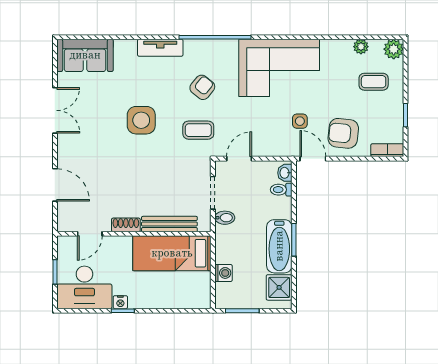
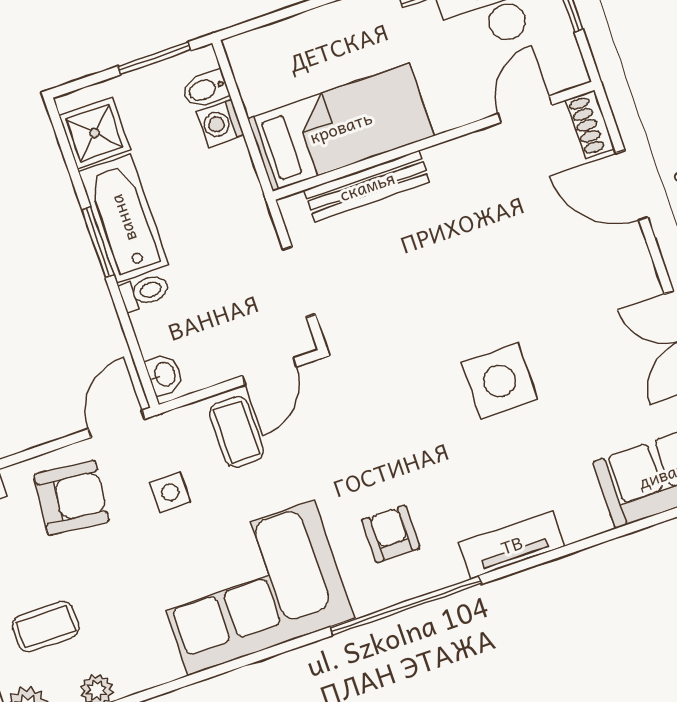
armchair: (202, 87) -> (391, 534), moved, turned 141
coffee table: (198, 130) -> (237, 432), moved, turned 90
door: (313, 159) -> (116, 424), swing flipped
toilet: (281, 190) -> (144, 292), moved
bidet: (225, 218) -> (205, 89), moved
shoe rack: (126, 225) -> (590, 124), moved, turned 90

